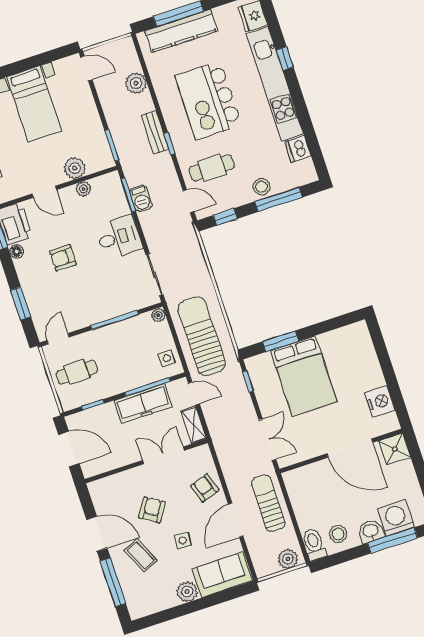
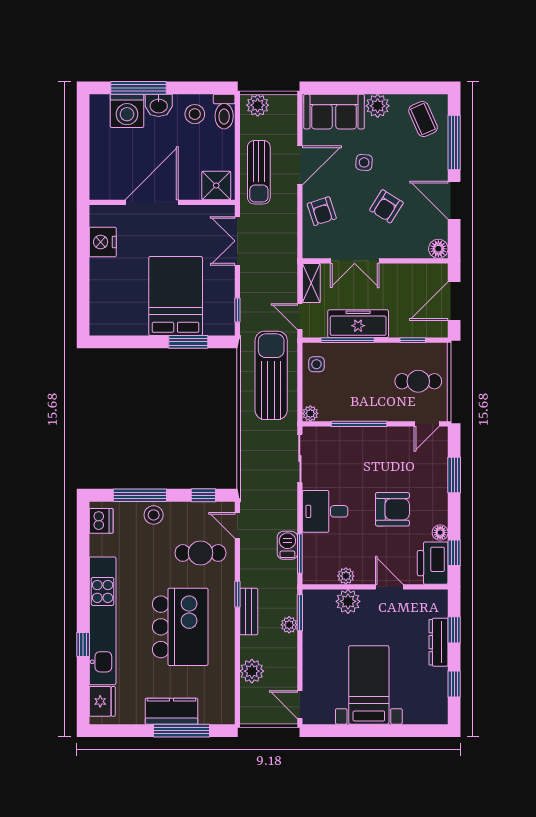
kitchen counter: (181, 31) -> (172, 711), width x0.67
plant: (117, 132) -> (289, 625), added
dishwasher: (298, 149) -> (101, 521), moved
armchair: (63, 258) -> (392, 509), width x1.38, depth x1.38
sun lounger: (202, 336) -> (271, 375), turned 180
door: (350, 448) -> (152, 202), hinge flipped
door: (69, 449) -> (454, 301), hinge flipped
shower: (395, 449) -> (216, 185), moved
floor lamp: (97, 489) -> (438, 249), added
coffee table: (141, 555) -> (423, 119), moved

